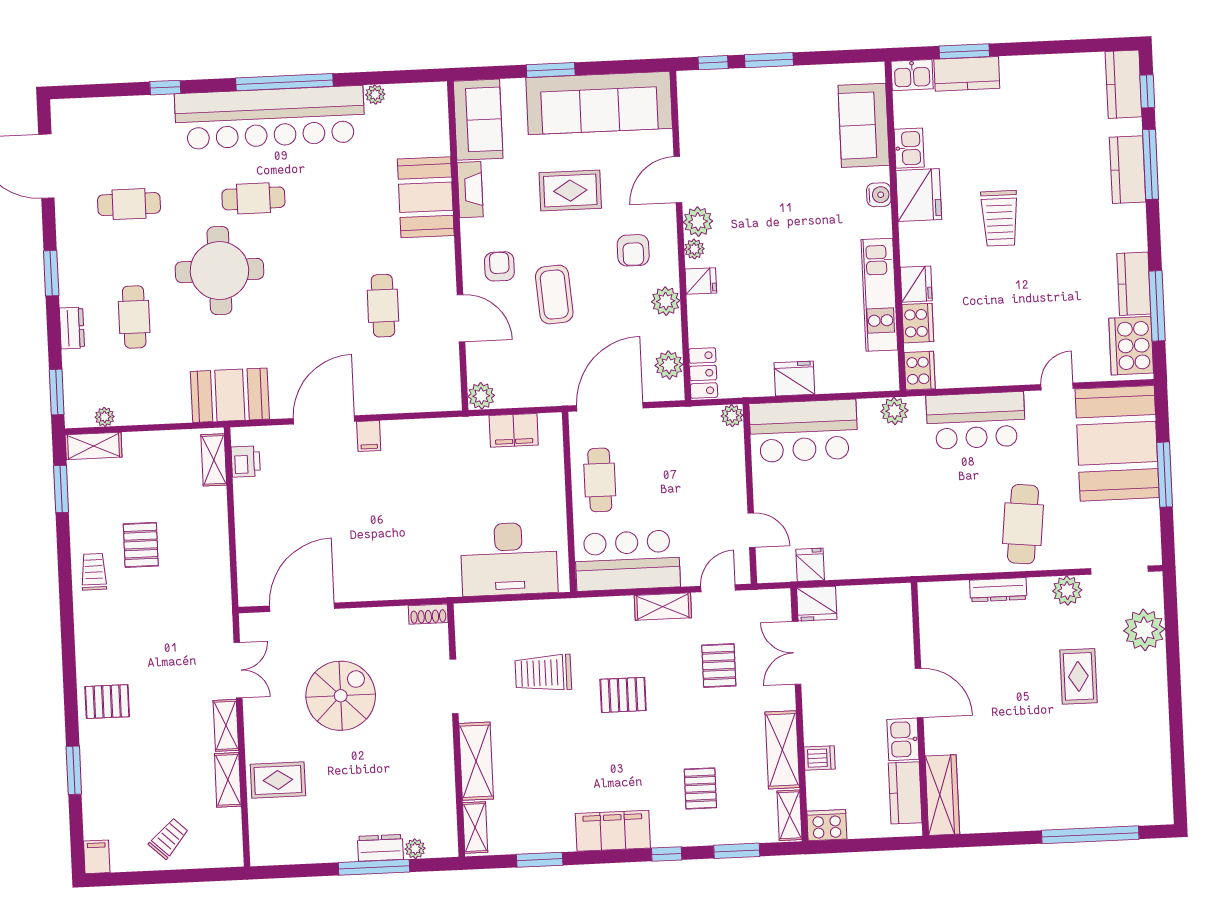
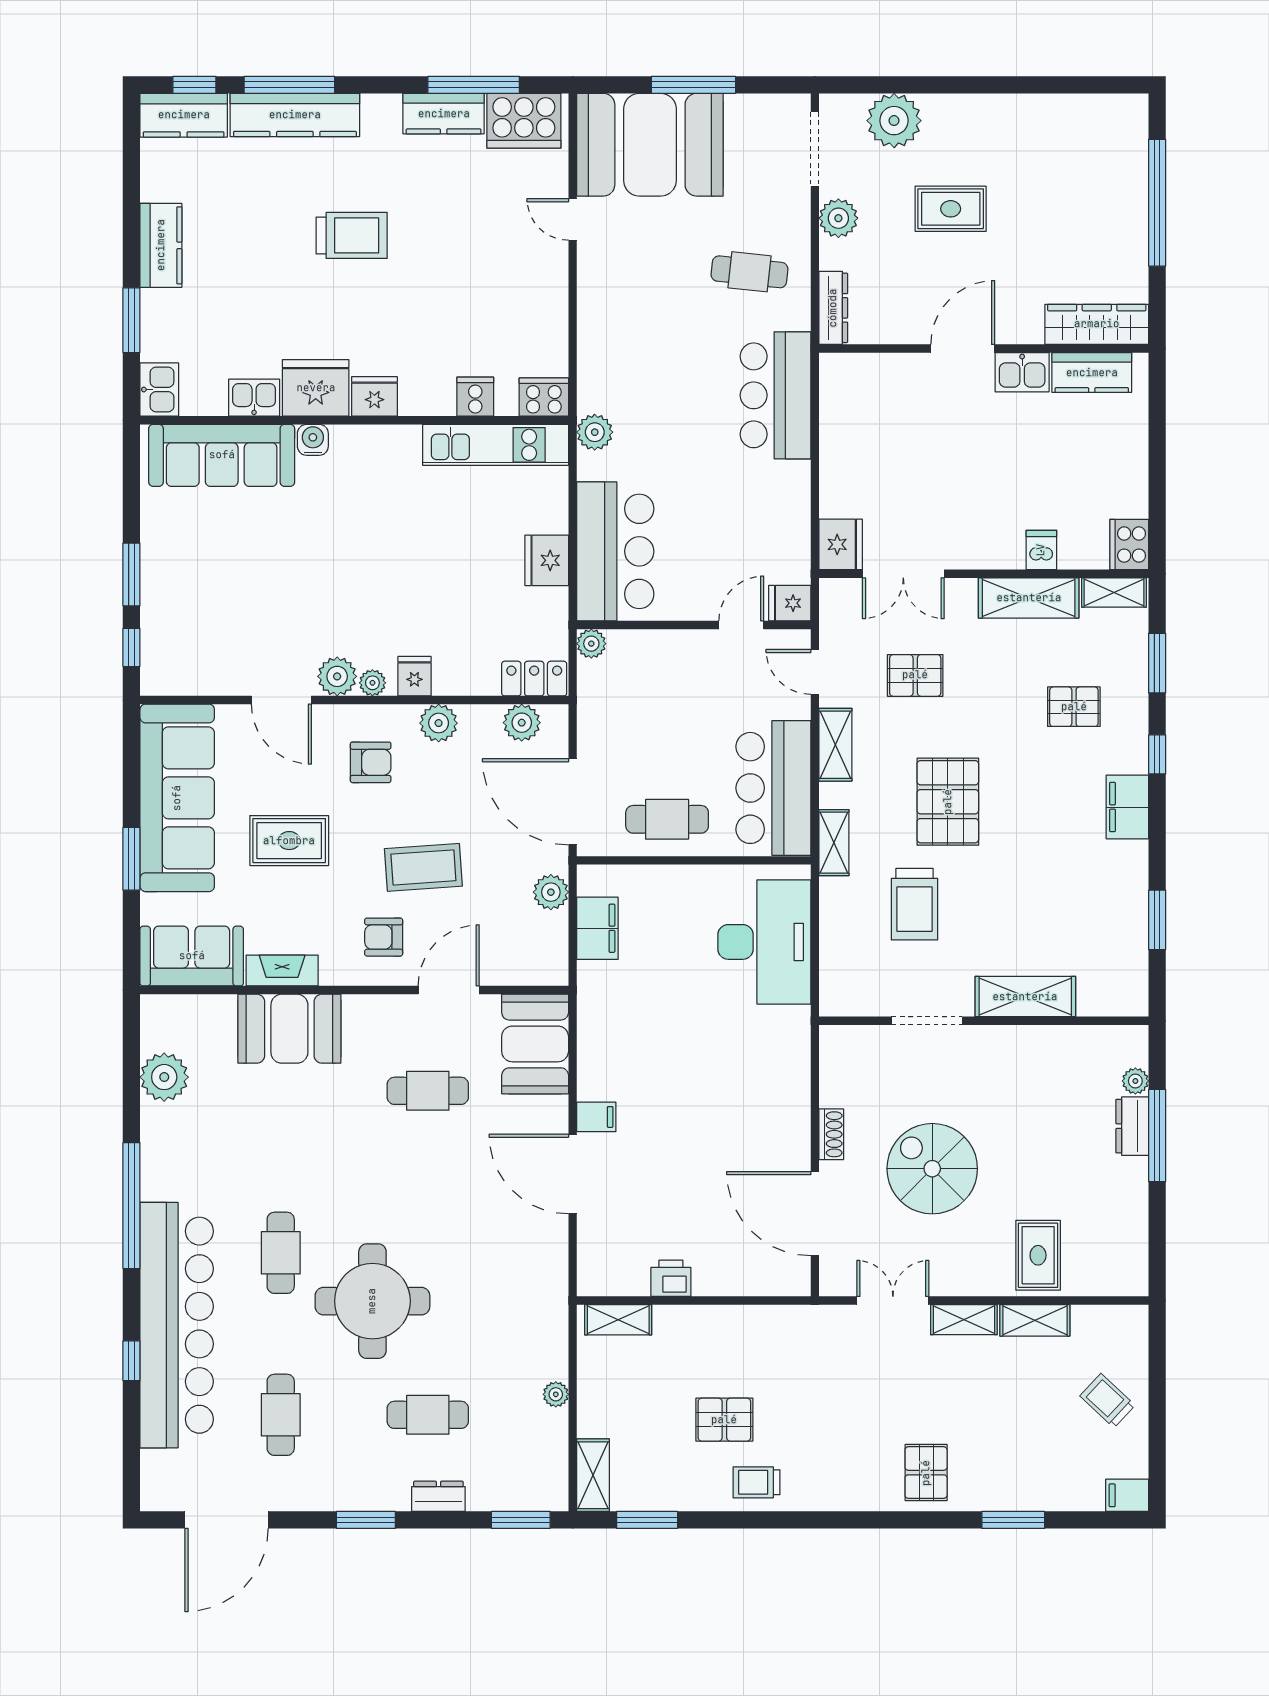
kitchen counter: (967, 74) -> (161, 245), moved
plant: (375, 95) -> (164, 1077), width x1.88, depth x1.88
bar counter: (270, 118) -> (177, 1325), moved
sofa: (864, 125) -> (222, 455), width x1.36
kitchen counter: (1128, 170) -> (295, 115), width x1.50
rug: (570, 191) -> (289, 841), turned 90
trolley: (1000, 218) -> (352, 235), moved
fridge: (916, 284) -> (374, 396), moved
kitchen unit: (879, 295) -> (496, 445), moved
cooker: (918, 323) -> (475, 397), width x0.73
booth: (230, 395) -> (535, 1044), moved
plant: (481, 396) -> (551, 892), moved
plant: (105, 417) -> (556, 1394), moved
bar counter: (976, 421) -> (776, 395), moved, turned 180
printer: (246, 462) -> (671, 1278), moved
cafe table: (1023, 524) -> (749, 272), width x0.73, depth x0.74
fridge: (810, 565) -> (790, 603), moved
shoe rack: (428, 614) -> (831, 1134), moved
door: (919, 693) -> (963, 349), moved
pallet: (623, 695) -> (948, 802), width x1.50, depth x1.42
wall: (920, 709) -> (984, 349), moved
kitchen sink: (903, 739) -> (1022, 372), moved
kitchen counter: (905, 793) -> (1092, 373), moved
wardrobe: (942, 795) -> (1097, 324), moved
shelving: (475, 827) -> (834, 843), moved, turned 90
filing cabinet: (613, 831) -> (1127, 807), width x0.67, depth x0.86

